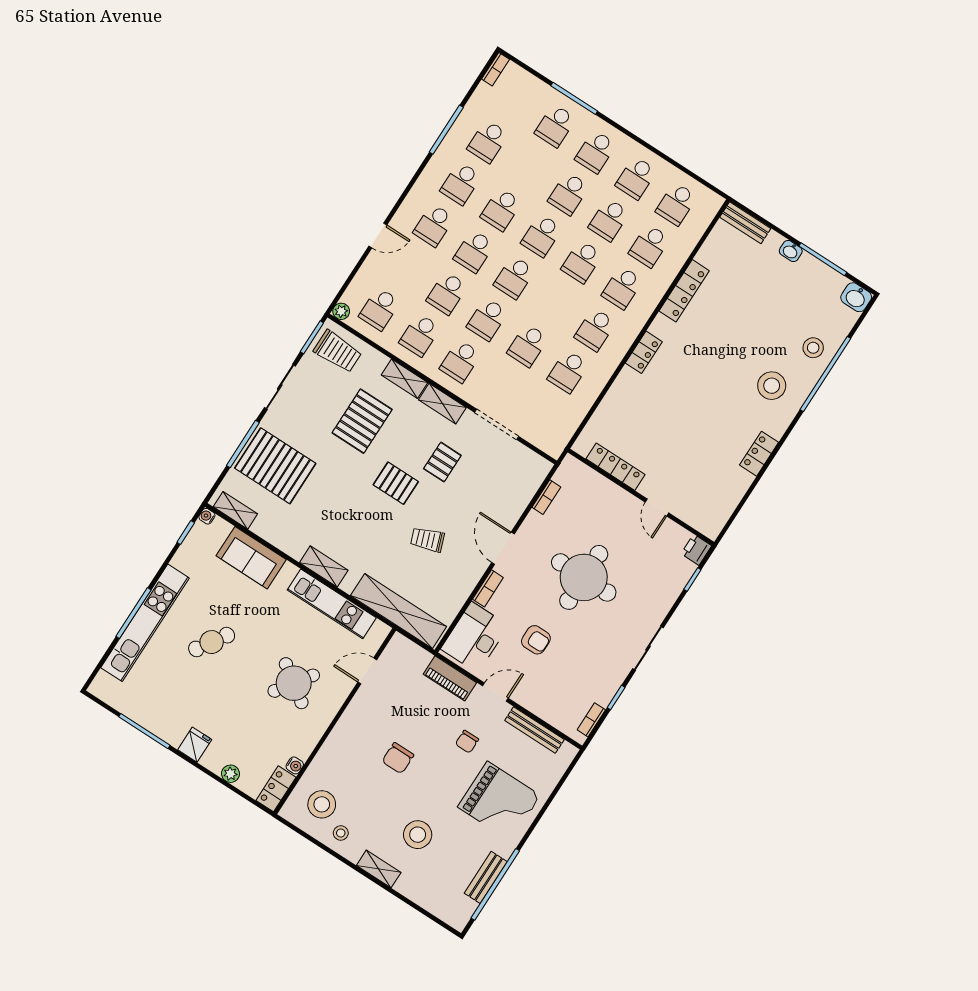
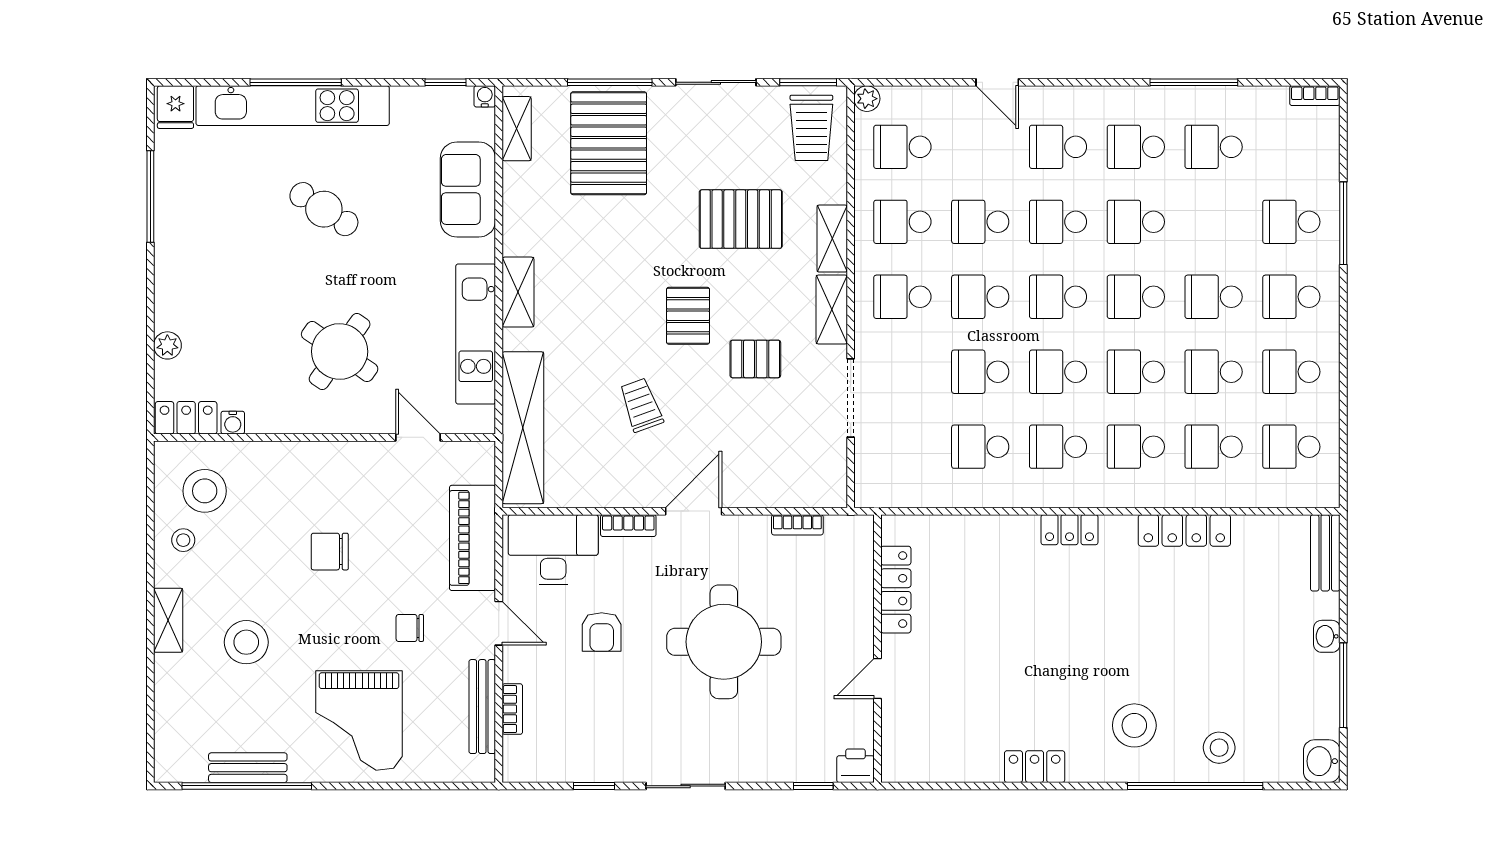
school desk: (555, 304) -> (1058, 372), added
piano: (450, 678) -> (473, 538), width x1.37, depth x1.33
bookcase: (591, 720) -> (512, 709), moved, turned 90
fridge: (195, 745) -> (175, 107), moved, turned 90

